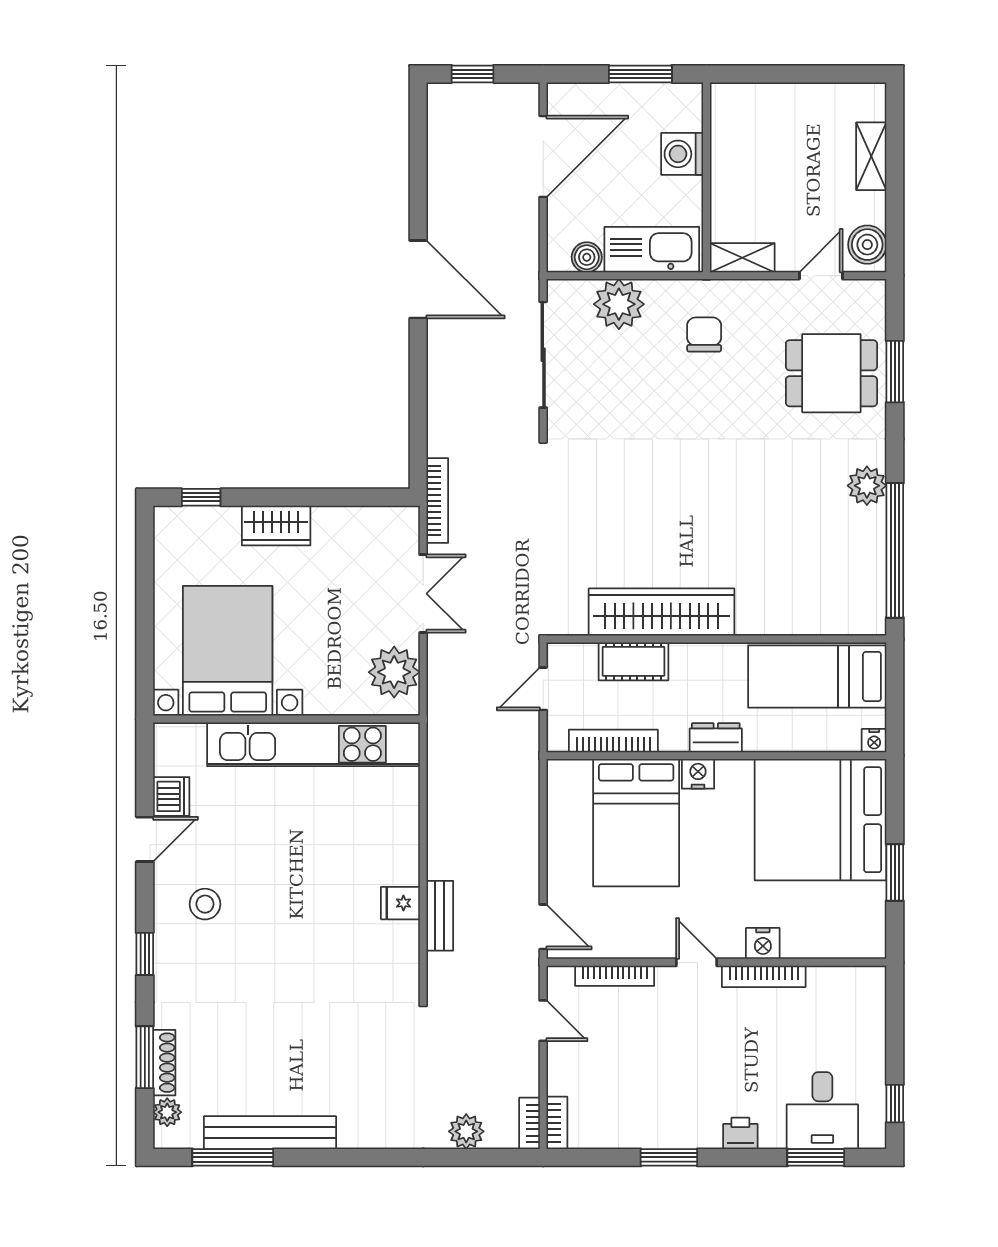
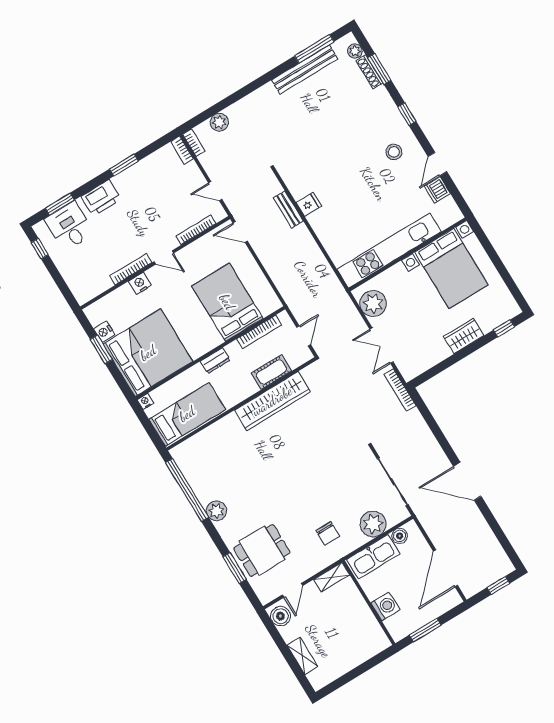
nightstand: (698, 774) -> (104, 332), moved, turned 90
printer: (740, 1133) -> (101, 198), width x1.87, depth x1.48

